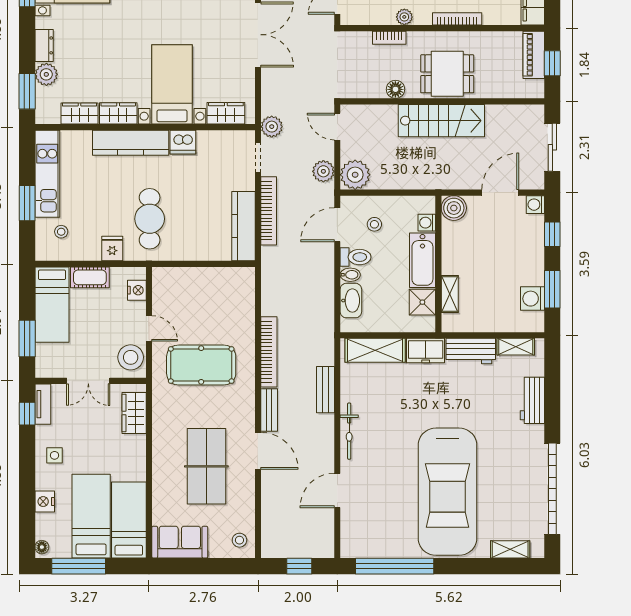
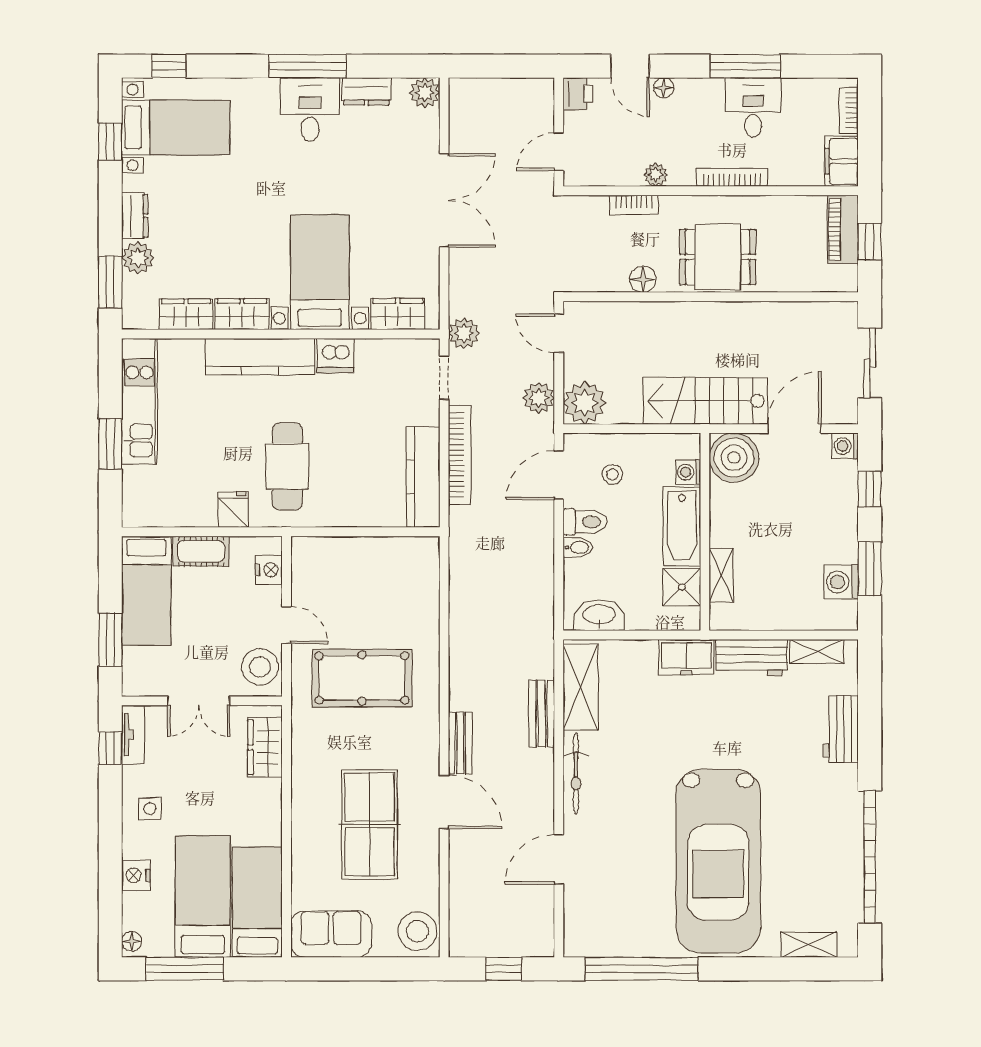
stairs: (441, 121) -> (705, 401), moved, turned 180
boiler: (454, 208) -> (734, 458), width x1.37, depth x1.37
stool: (61, 232) -> (160, 485), removed
washbasin: (351, 301) -> (599, 615), moved, turned -90
shelving: (375, 350) -> (580, 687), moved, turned 90
bookcase: (269, 352) -> (460, 659), removed
stool: (239, 540) -> (417, 931), width x1.89, depth x1.89

